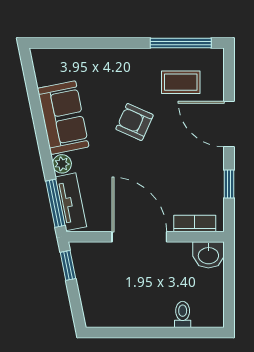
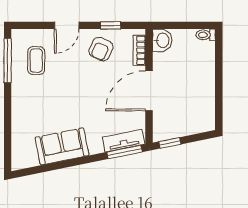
armchair: (135, 122) -> (101, 49), moved
door: (229, 124) -> (67, 25), width x0.73
plant: (62, 164) -> (96, 147), removed
toilet: (183, 314) -> (206, 35), moved

